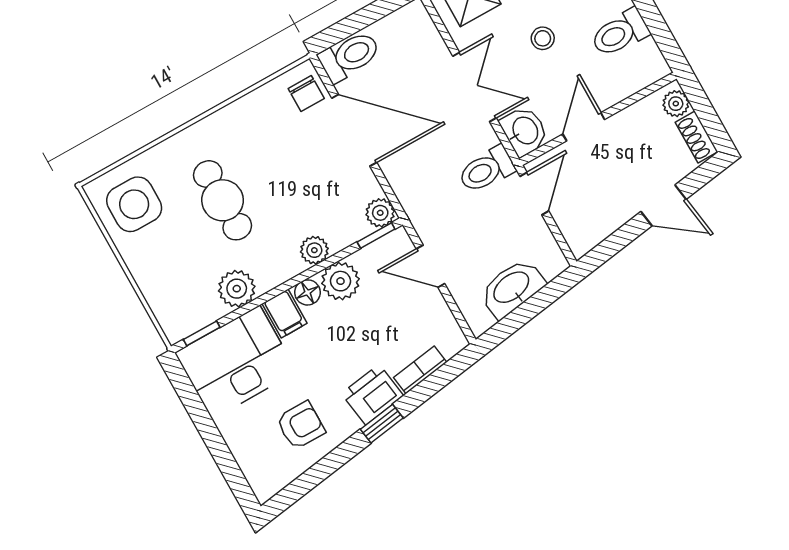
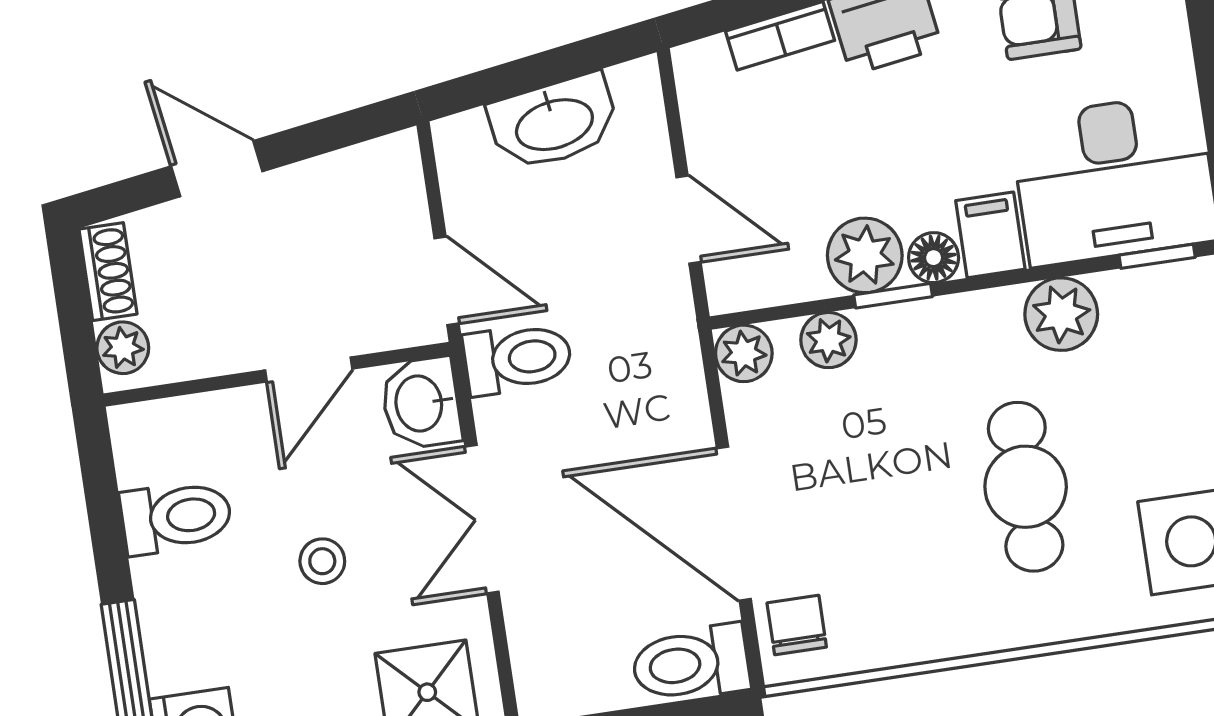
door: (534, 194) -> (446, 281), swing flipped
window: (376, 235) -> (893, 296), moved
plant: (314, 250) -> (828, 340), moved

